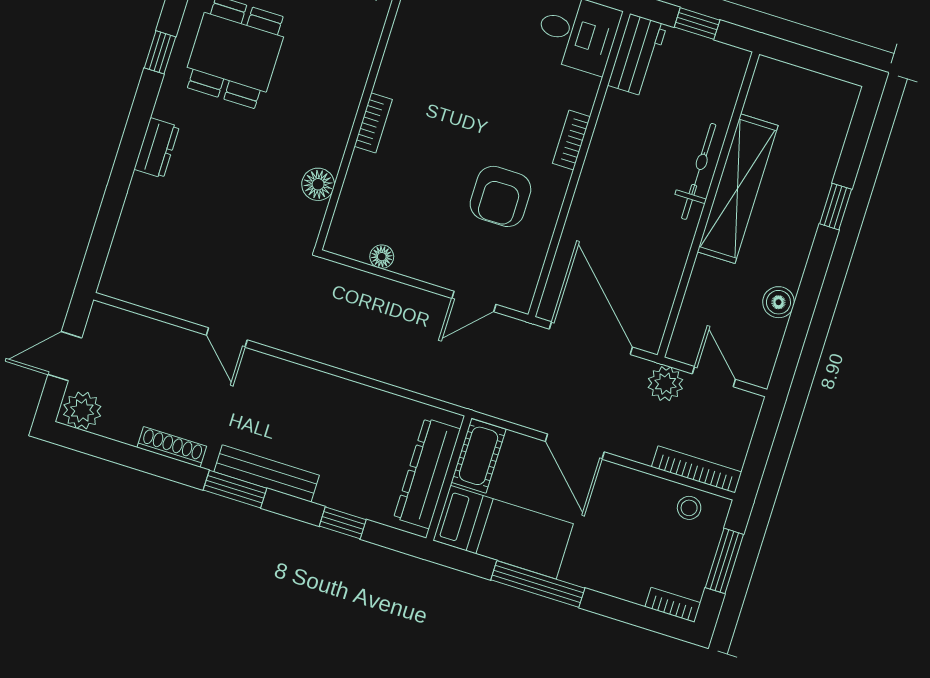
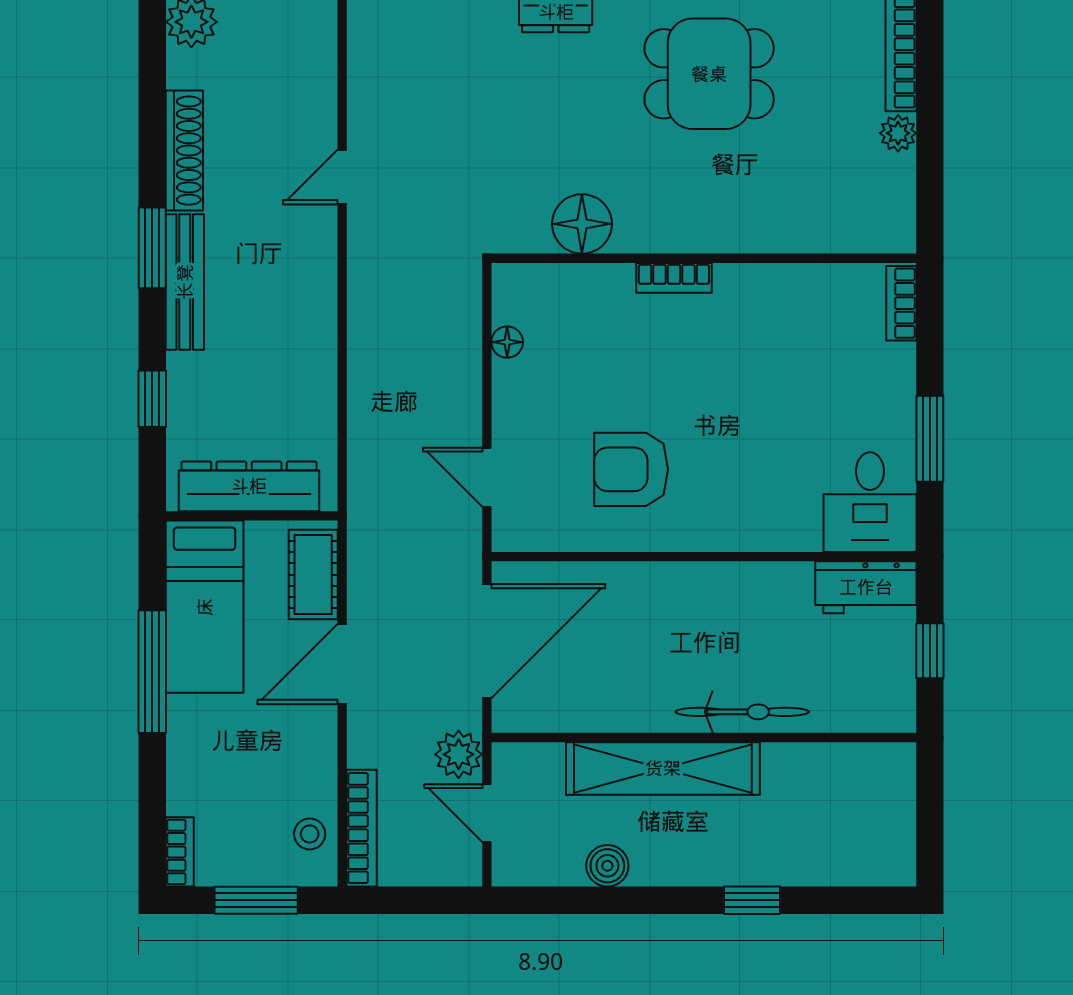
bookcase: (571, 140) -> (731, 537), removed
floor lamp: (318, 184) -> (582, 224), width x1.38, depth x1.38
shelving: (738, 189) -> (663, 768), moved
door: (714, 377) -> (487, 813), swing flipped
shoe rack: (172, 447) -> (184, 151), width x1.36, depth x1.24
cot: (479, 456) -> (313, 575), moved, turned 90

